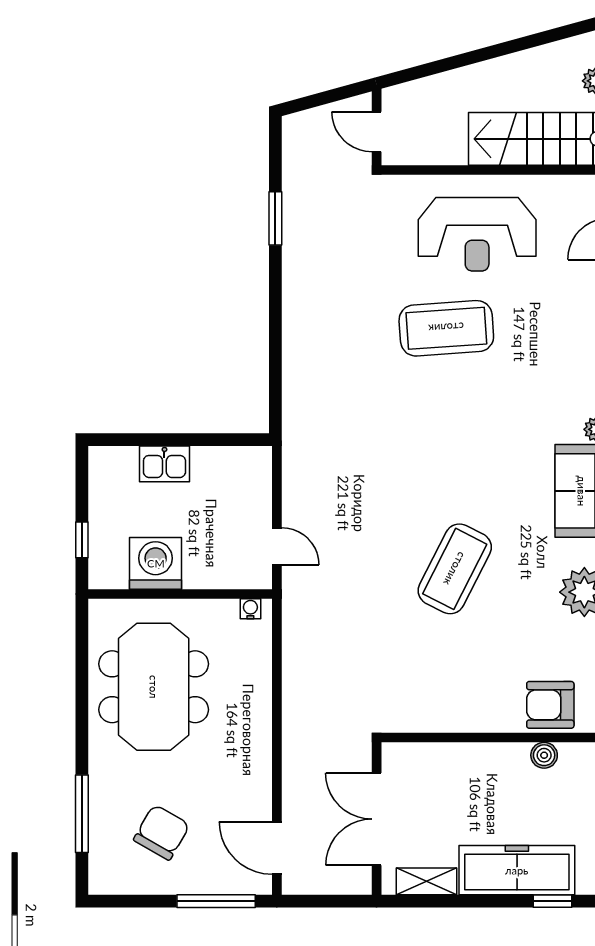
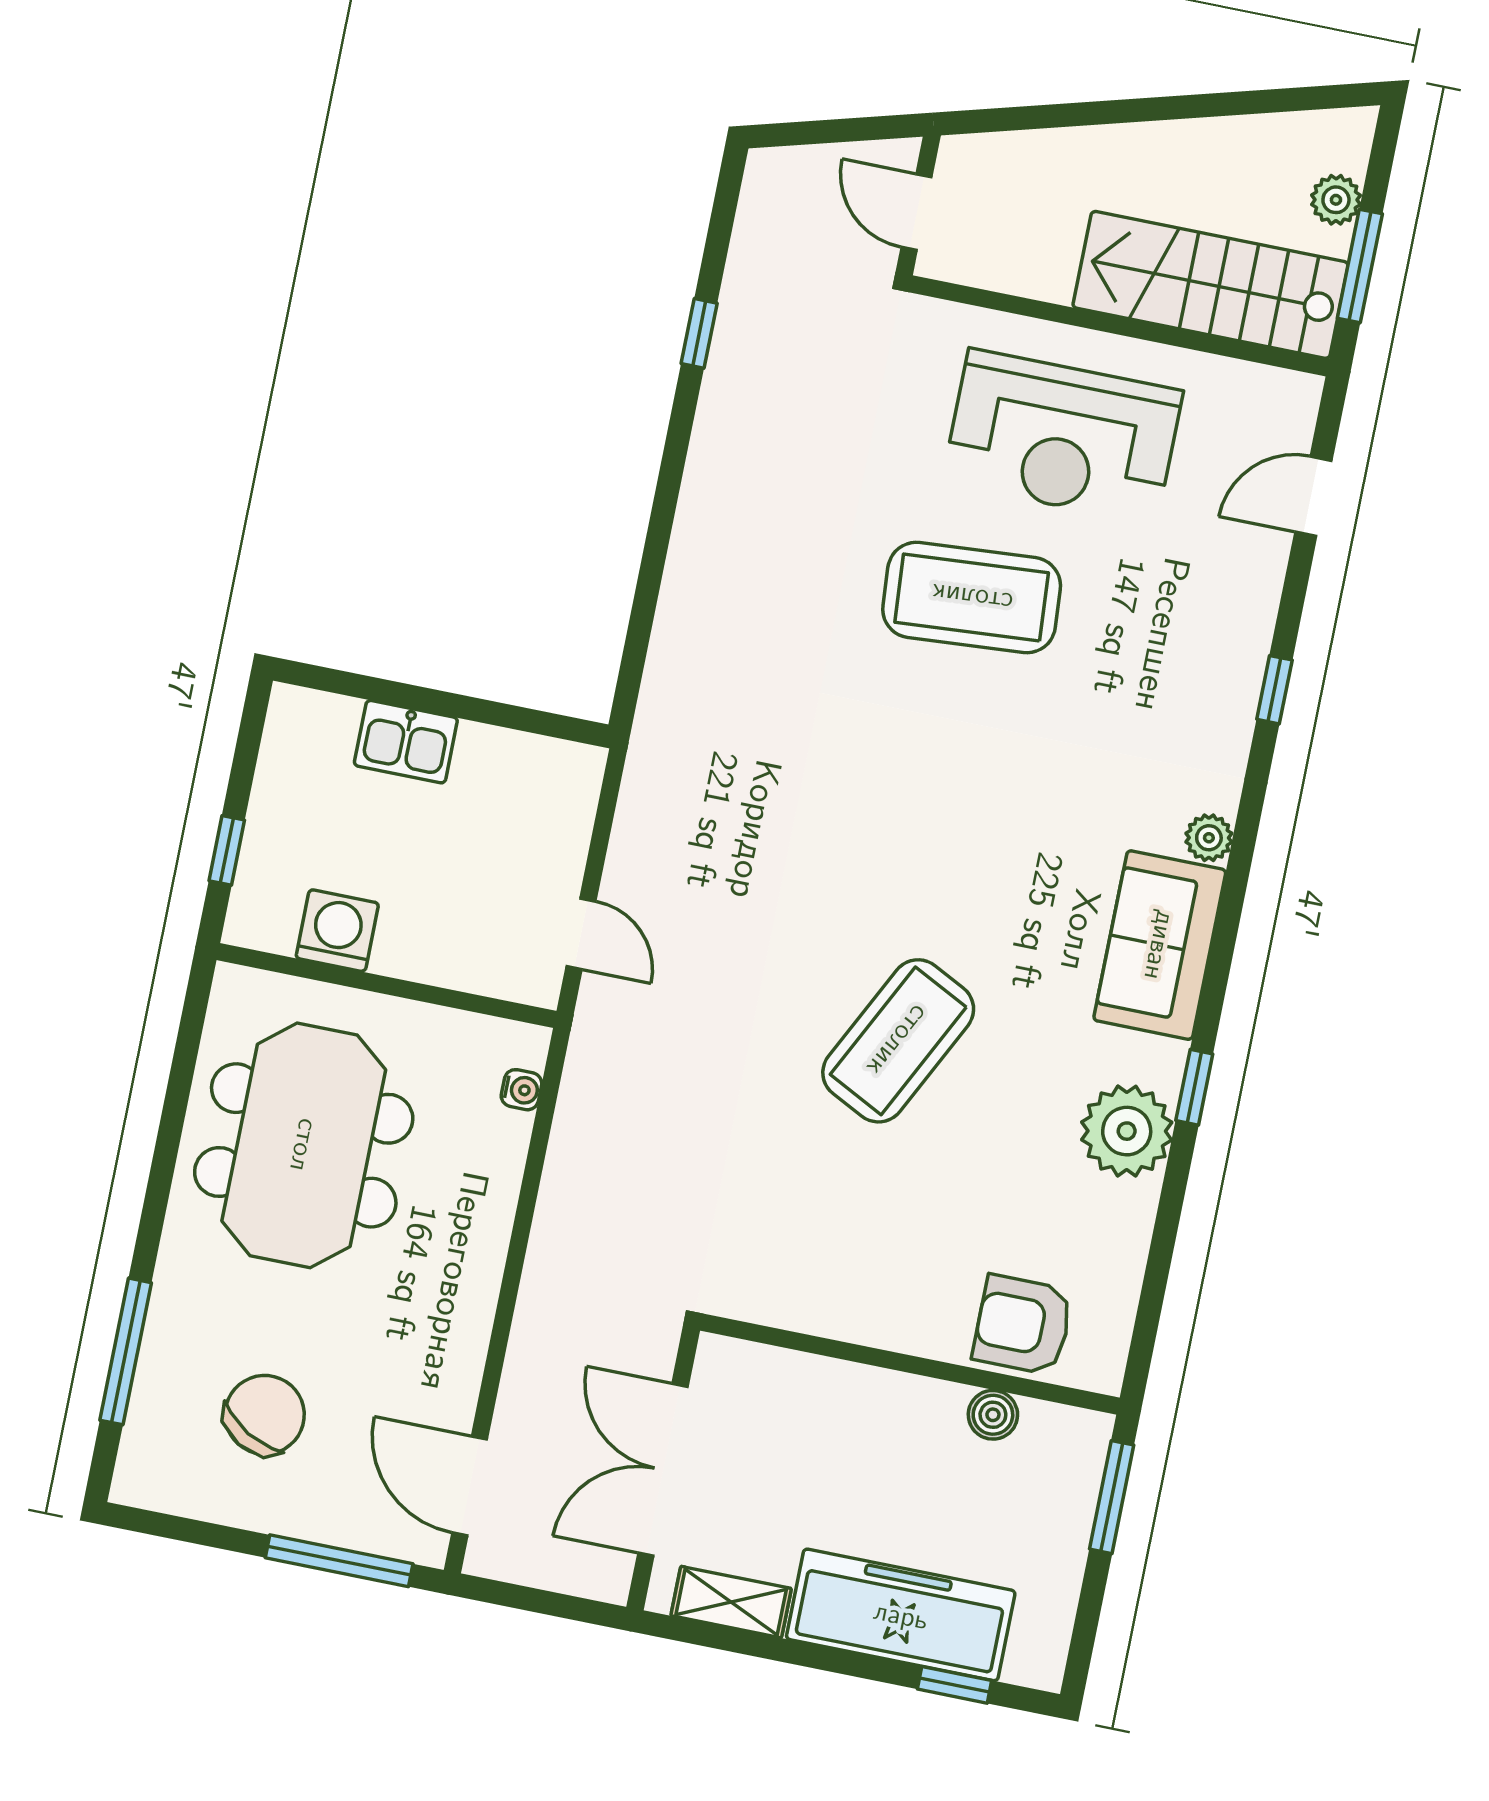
window: (275, 218) -> (699, 333), width x0.67
washing machine: (156, 563) -> (337, 931), width x0.73, depth x0.73
water cooler: (250, 609) -> (521, 1090), moved, turned 90

